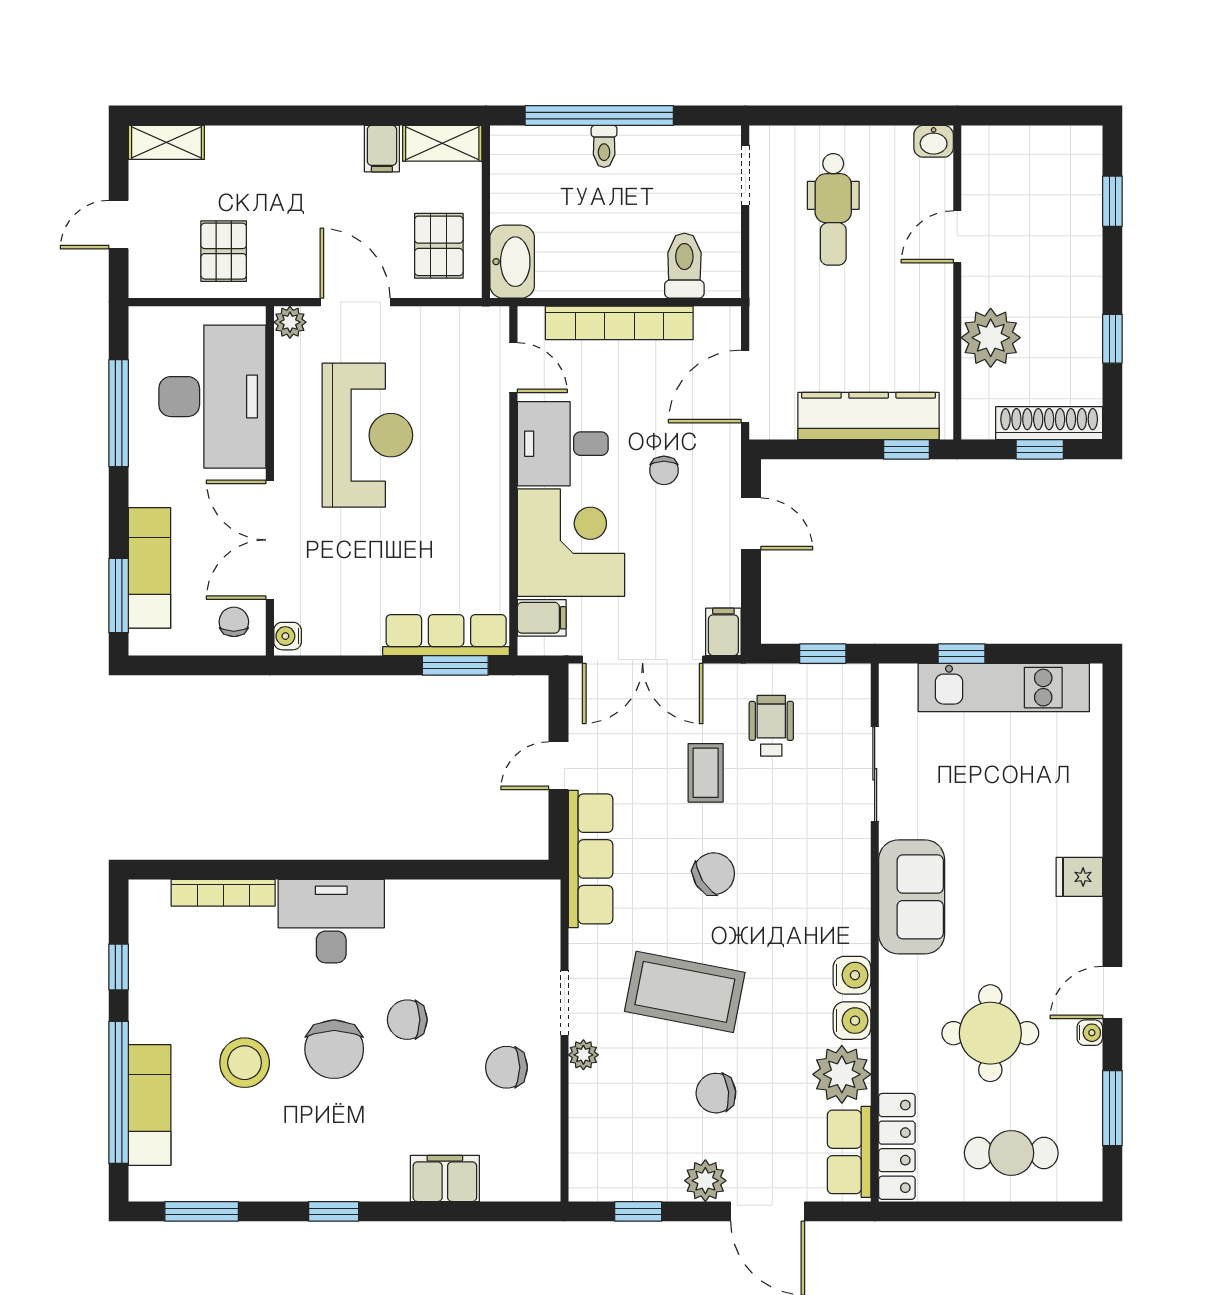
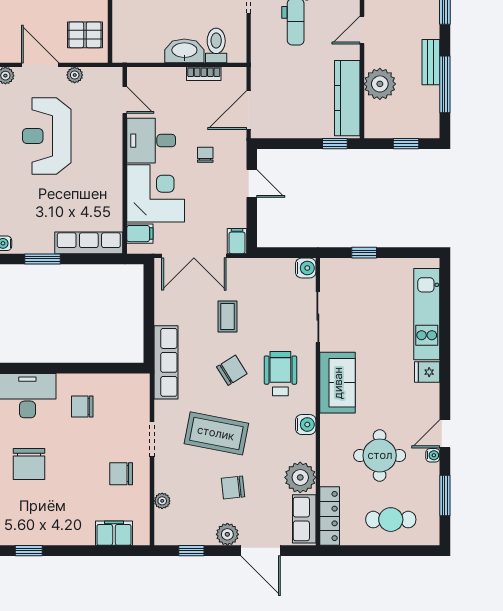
pallet: (439, 246) -> (85, 35), turned 90
washbasin: (512, 262) -> (184, 51), moved, turned -90
bench: (1086, 297) -> (431, 62), added
plant: (420, 321) -> (75, 75), added
bookcase: (619, 323) -> (204, 74), width x0.43, depth x0.76
window: (1112, 339) -> (445, 84), width x2.17
kitchen counter: (869, 416) -> (347, 98), moved, turned -90
shoe rack: (1049, 423) -> (411, 130), removed
reception desk: (367, 435) -> (47, 136), turned 180
chair: (664, 470) -> (205, 155), turned 180
window: (823, 654) -> (290, 253), removed
window: (455, 665) -> (42, 259), moved
kitchen unit: (1004, 688) -> (427, 314), moved, turned 90
wheelchair: (771, 726) -> (280, 374), moved, width x1.36, depth x1.37
door: (559, 766) -> (149, 313), removed
chair: (407, 1020) -> (82, 406), moved
water cooler: (852, 1021) -> (306, 268), moved
plant: (583, 1055) -> (162, 501), moved
filing cabinet: (445, 1178) -> (114, 533), moved

